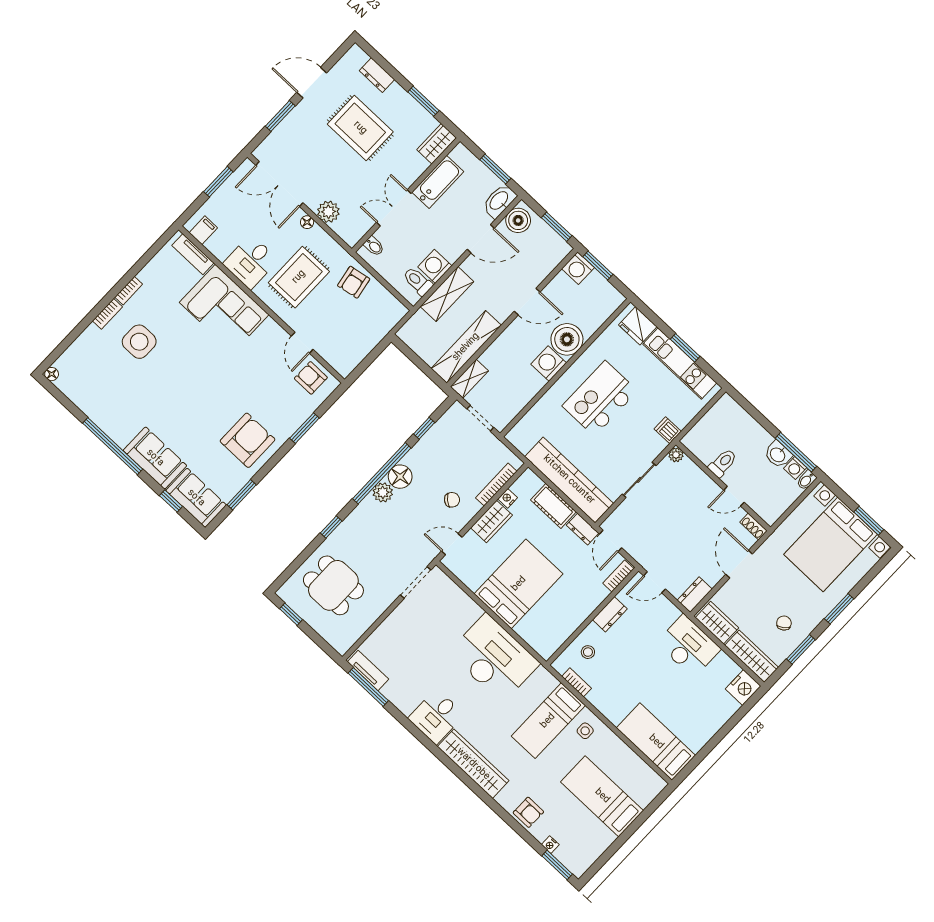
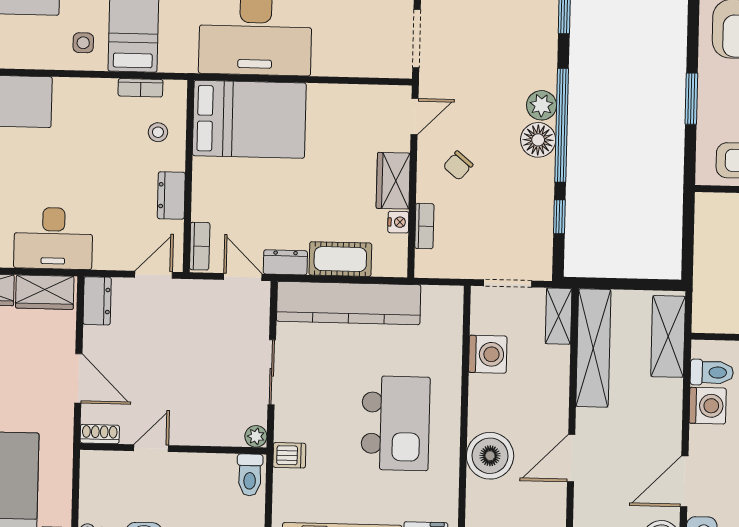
shelving: (447, 294) -> (668, 336), moved
washing machine: (549, 363) -> (488, 354), moved
toilet: (723, 463) -> (250, 475), moved
bookcase: (496, 485) -> (424, 226), width x0.64
bed: (519, 584) -> (249, 119), moved, turned -90

